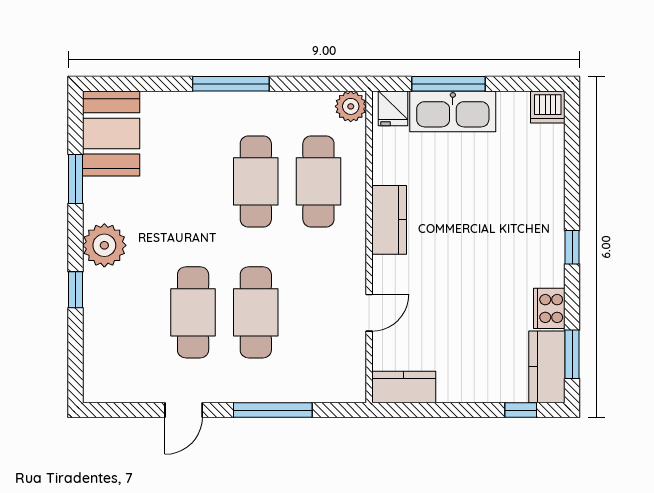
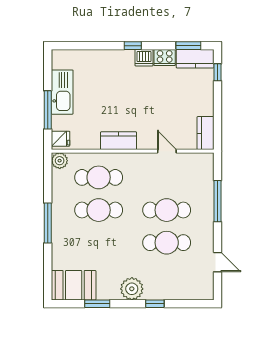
dishwasher: (548, 107) -> (144, 58), moved, turned 90
kitchen sink: (453, 111) -> (62, 92), moved
door: (184, 410) -> (217, 262), moved

